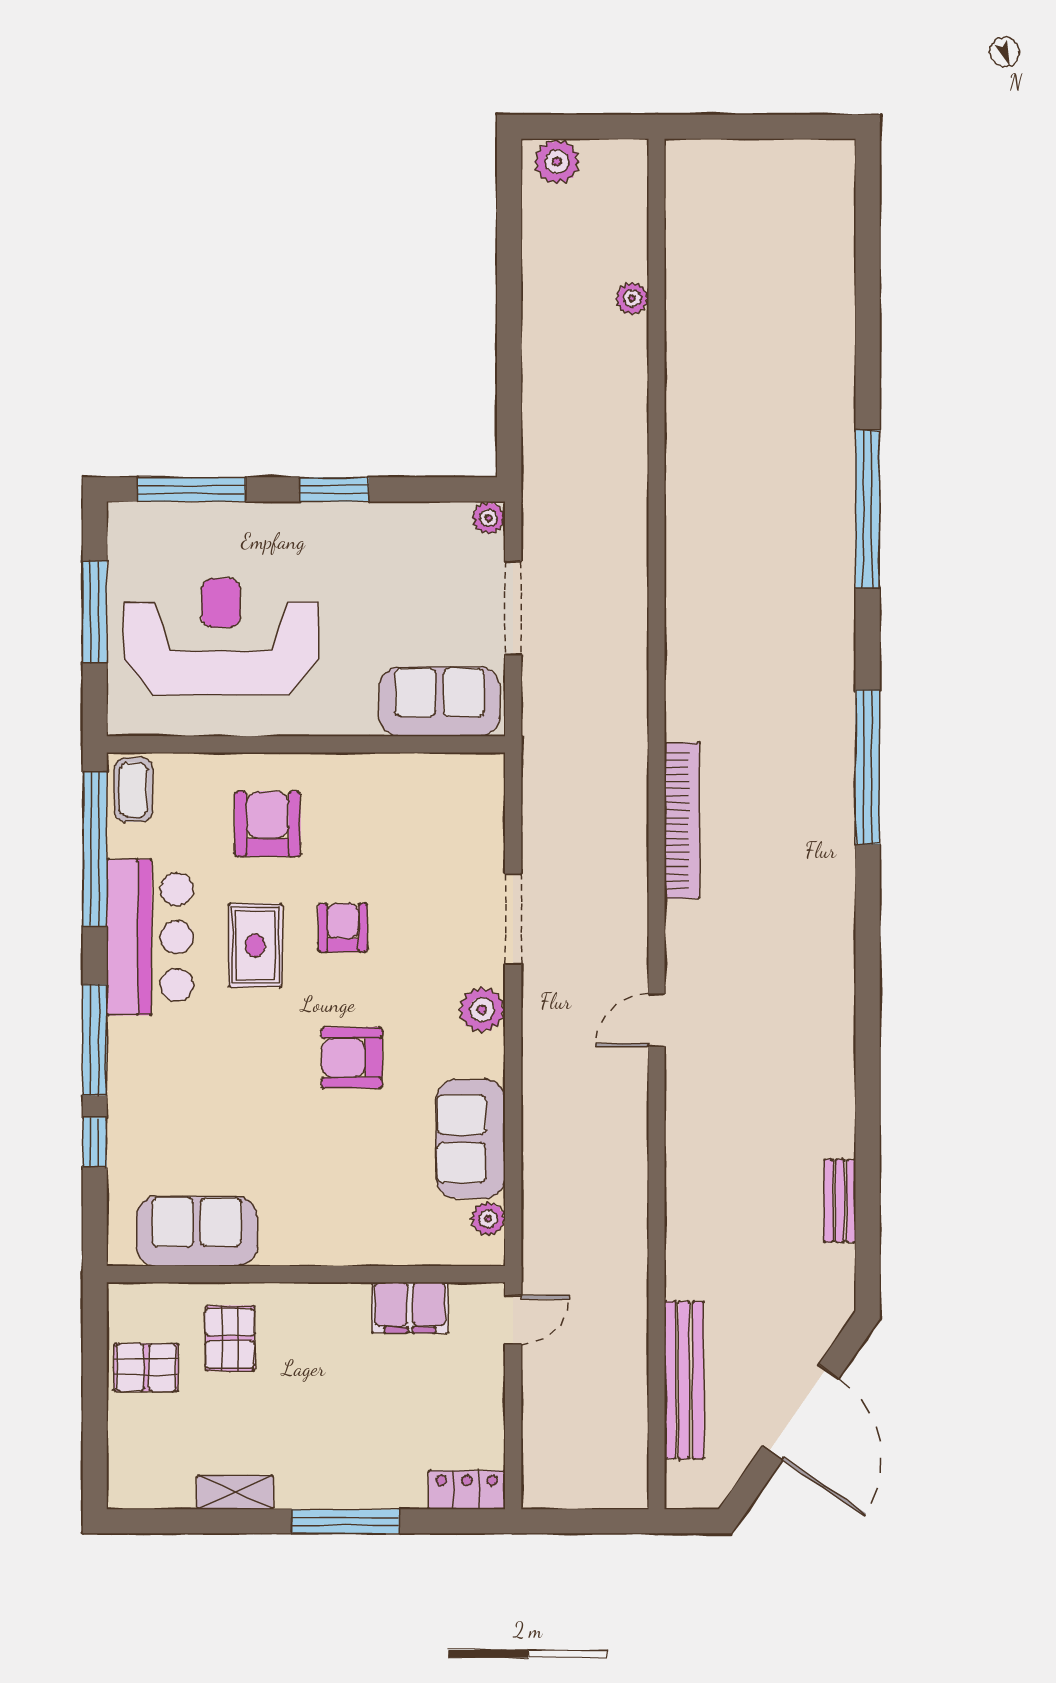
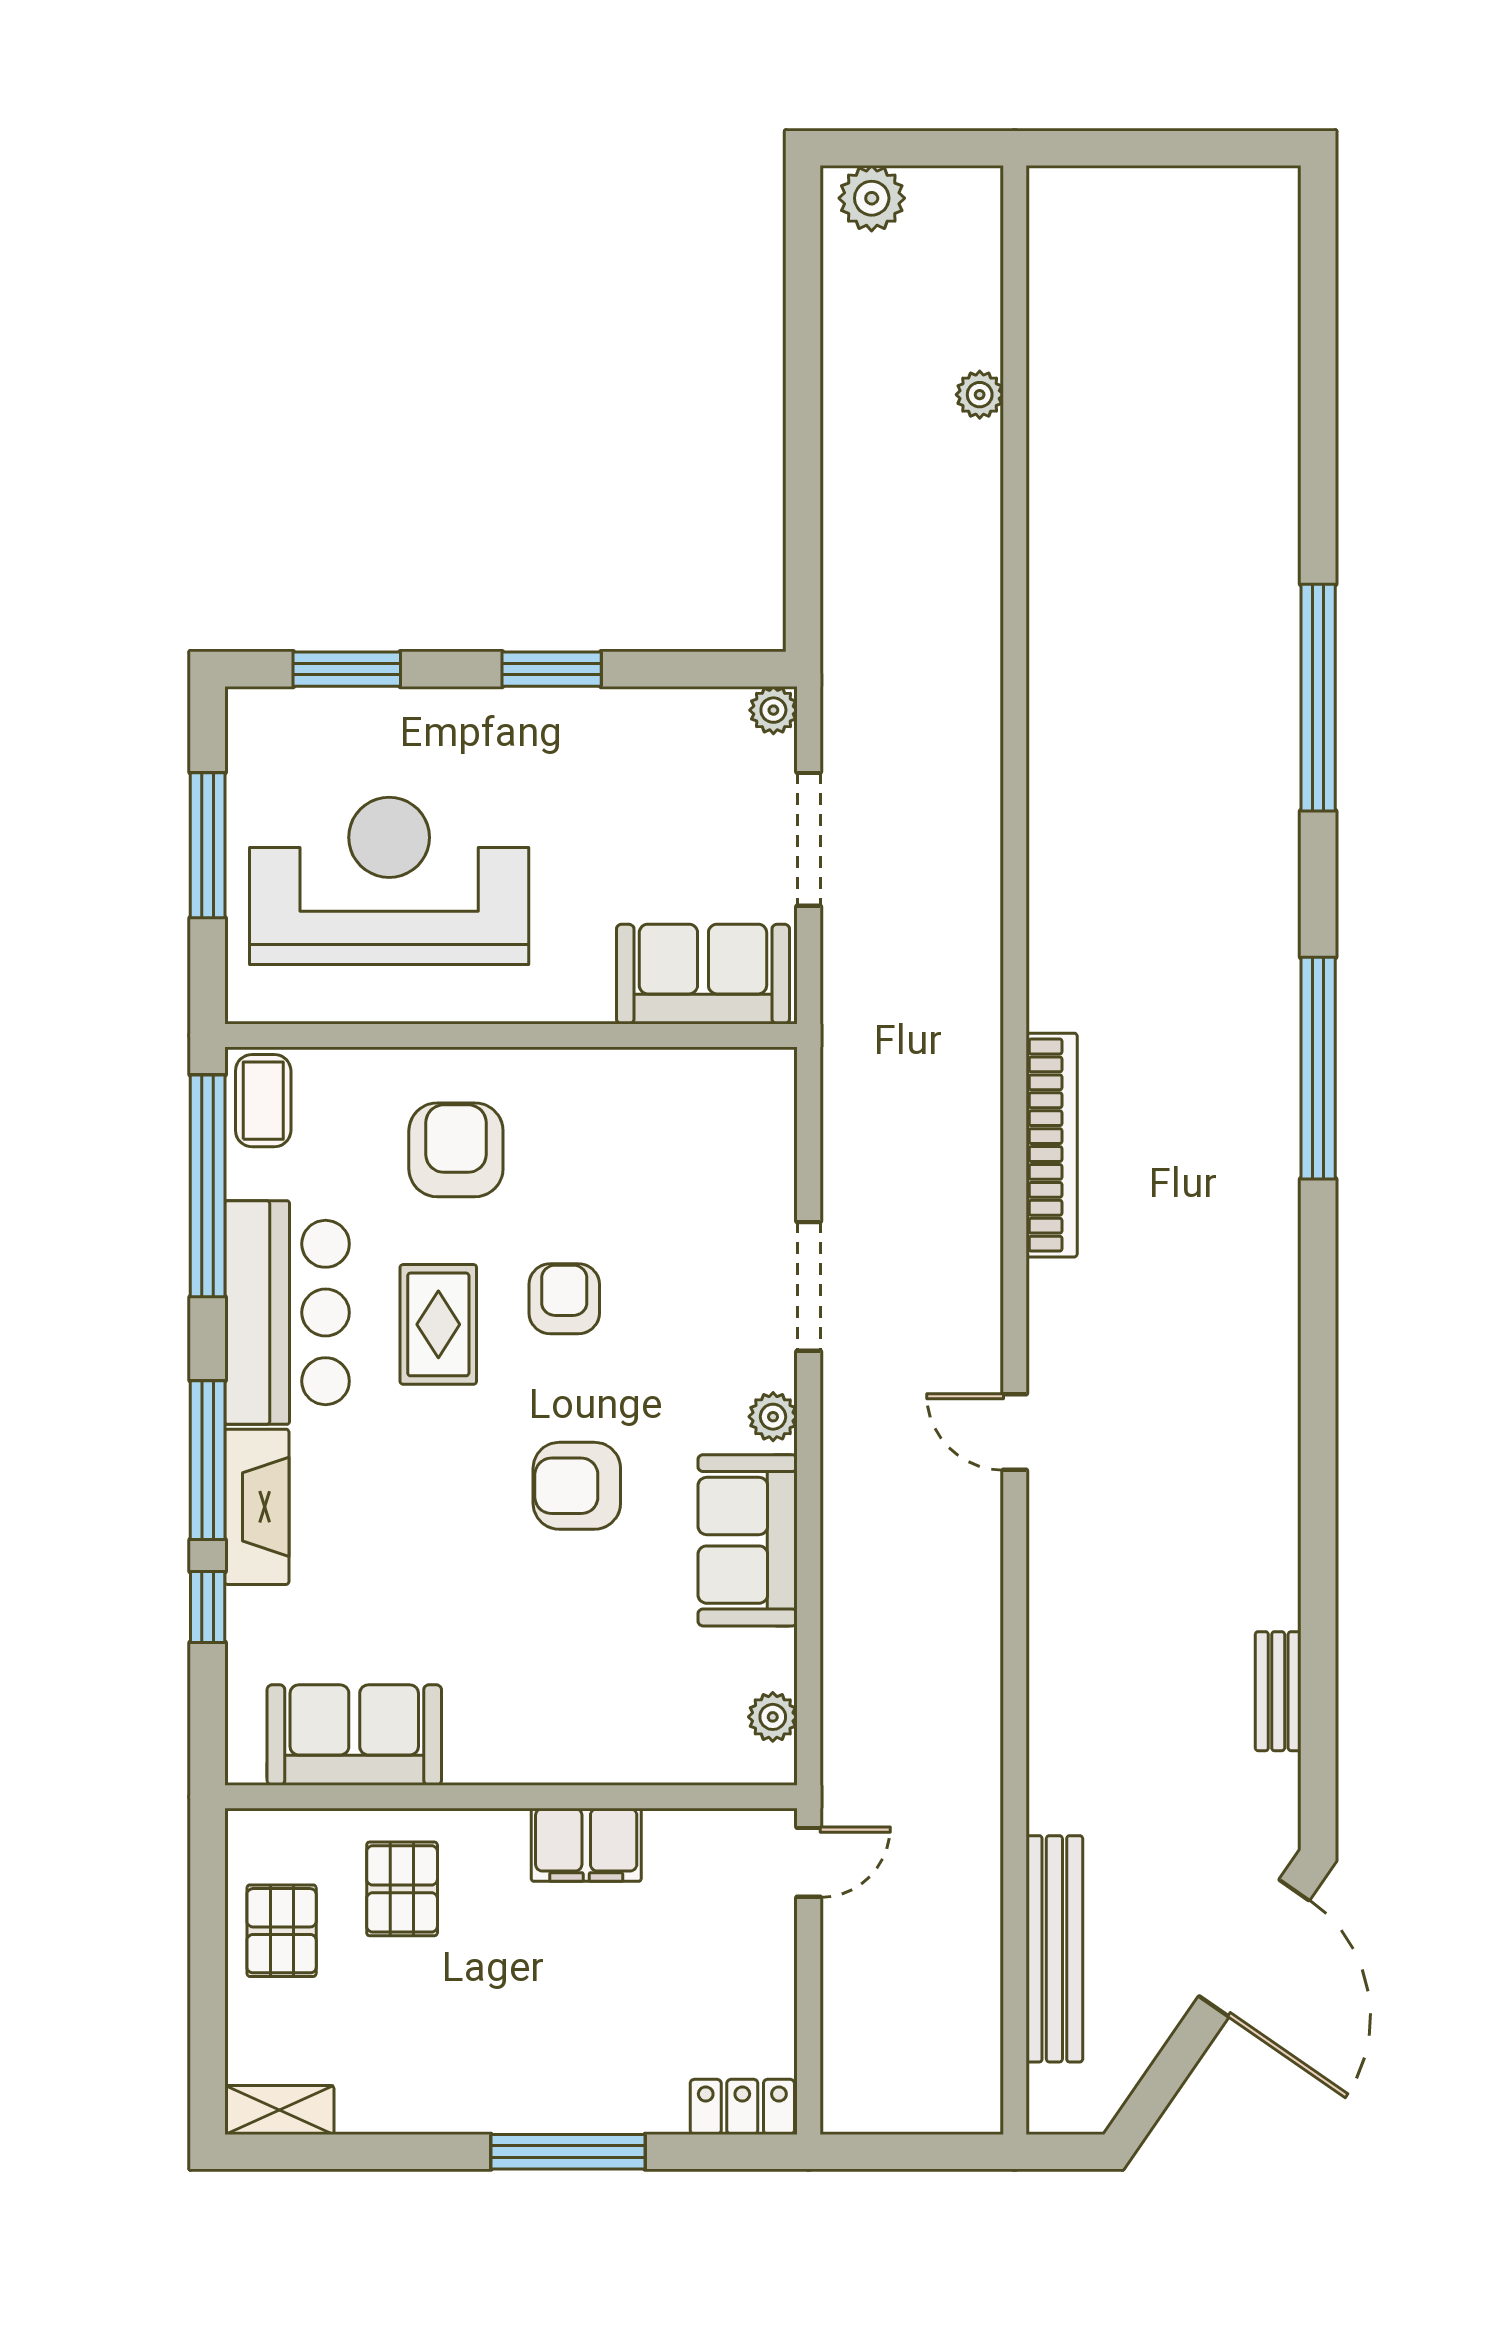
window: (192, 489) -> (347, 669), width x0.69
plant: (482, 1010) -> (773, 1417), width x0.73, depth x0.73
door: (656, 1020) -> (1015, 1432), hinge flipped
fireplace: (129, 1072) -> (257, 1507), added
sofa: (471, 1139) -> (748, 1540), moved
filing cabinet: (410, 1308) -> (586, 1845), moved
pallet: (146, 1367) -> (282, 1931), turned 90
door: (800, 1412) -> (1254, 1948), moved
shelving: (235, 1492) -> (279, 2110), moved

